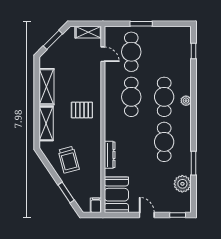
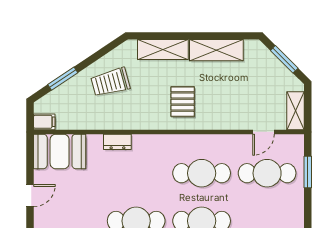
window: (141, 24) -> (308, 172), moved
dresser: (110, 155) -> (117, 142), width x0.70

